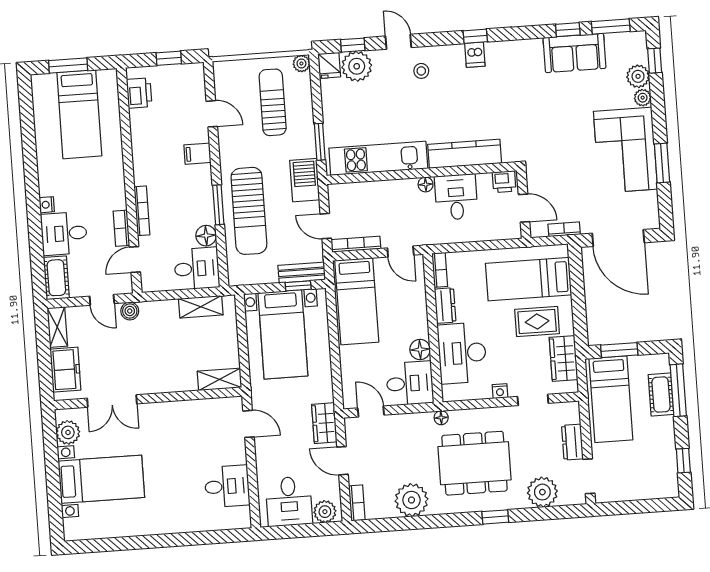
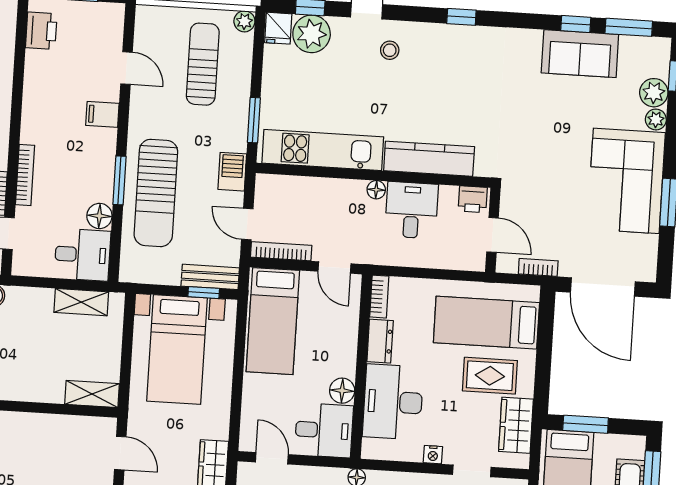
dishwasher: (475, 55) -> (458, 39), removed
barbecue: (305, 180) -> (232, 172), width x0.73, depth x0.79

